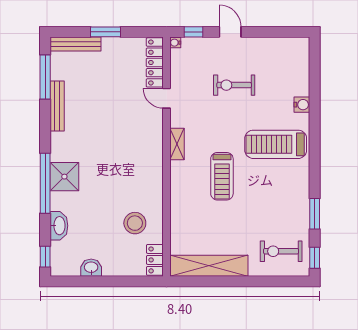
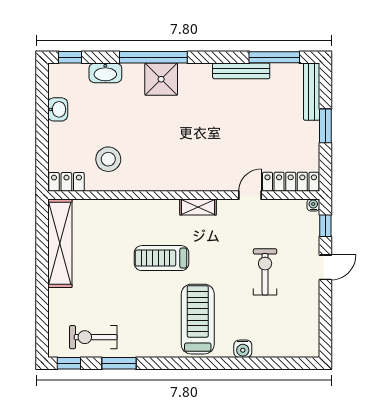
exercise bike: (281, 251) -> (93, 337), moved, turned -90

